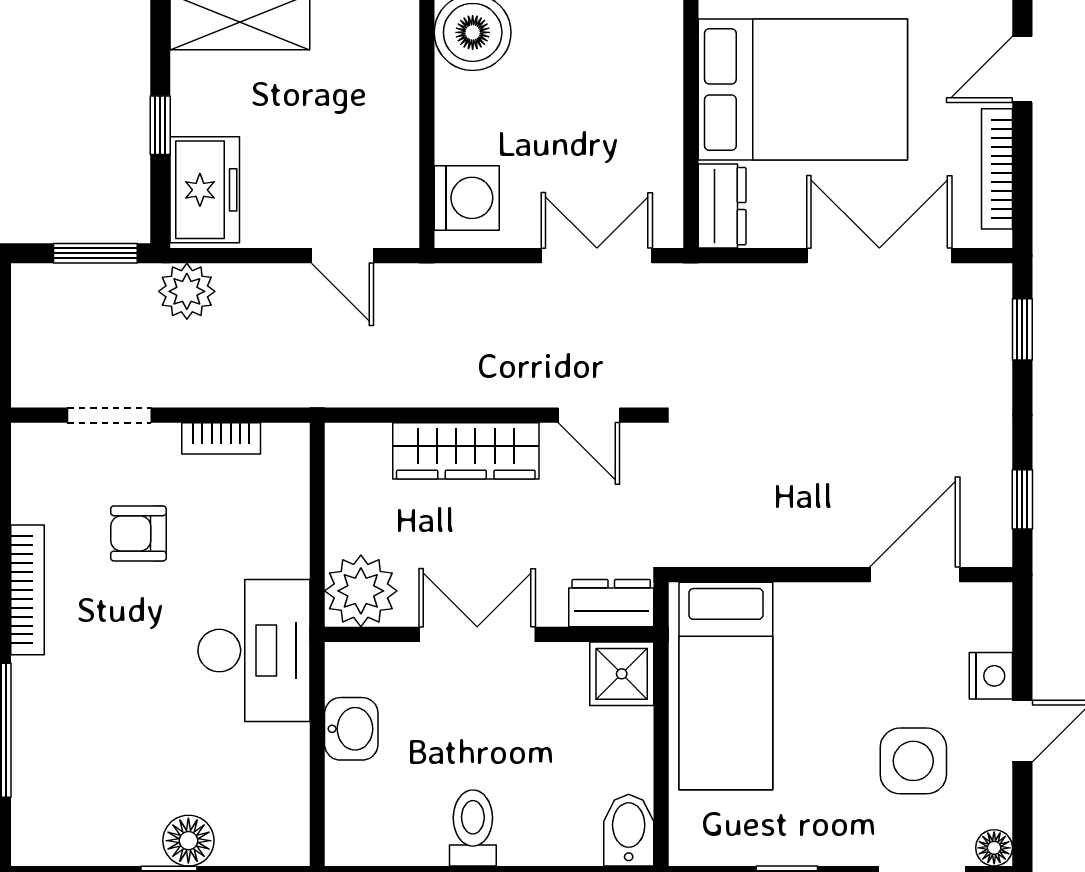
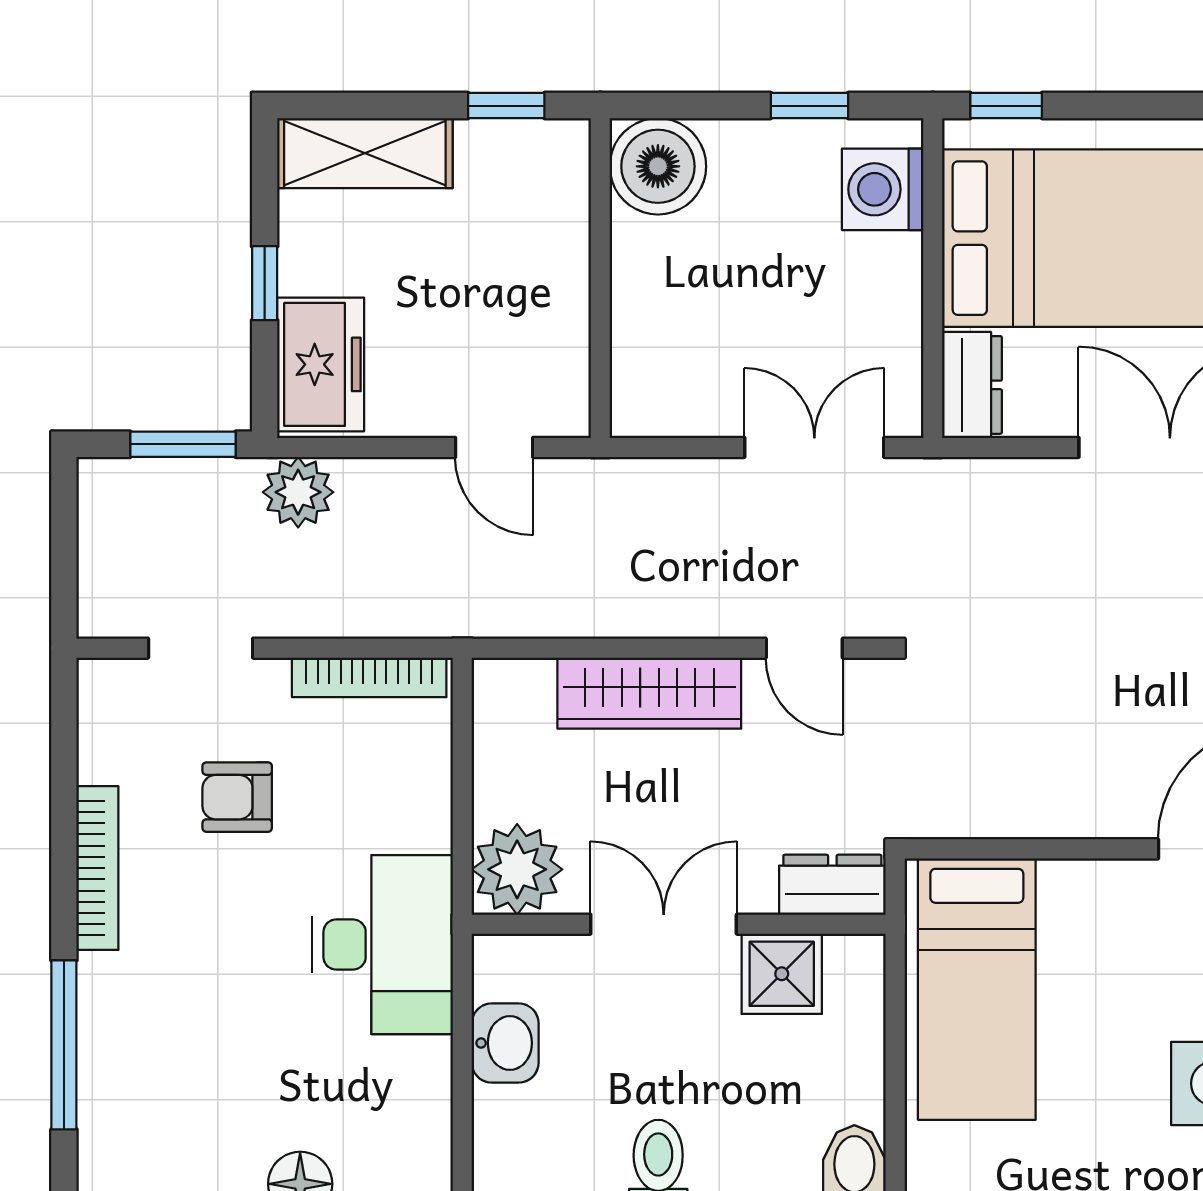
washing machine: (467, 198) -> (883, 189), moved, turned 180
bookcase: (221, 438) -> (369, 677), width x1.56
shower: (622, 674) -> (782, 974), moved

